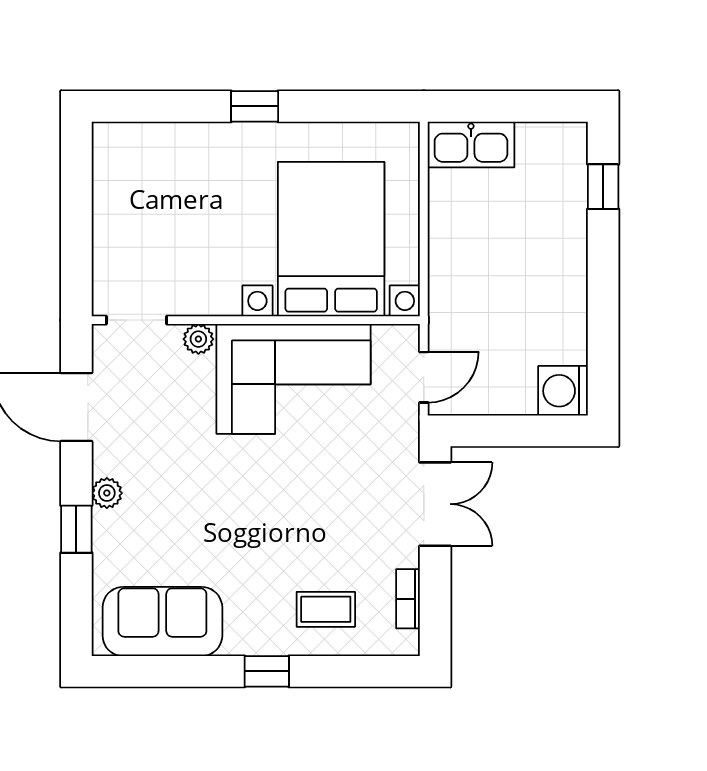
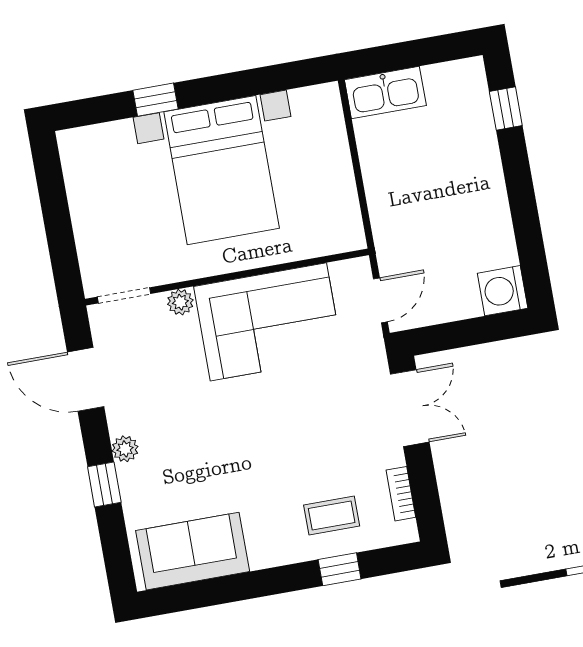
window: (255, 106) -> (155, 100), moved
bed with nightstands: (331, 239) -> (222, 170), moved, turned 180
window: (267, 671) -> (340, 569), moved

